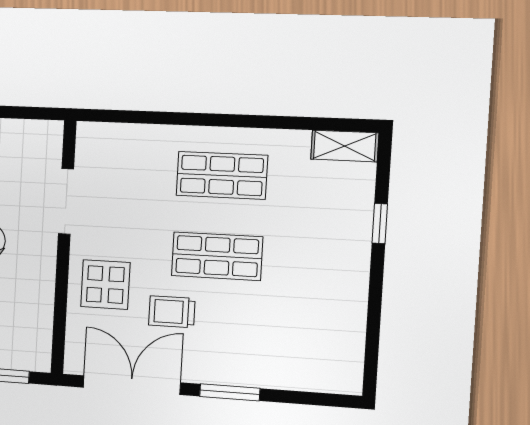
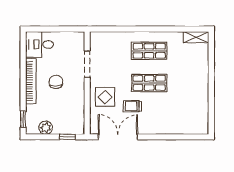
window: (380, 224) -> (211, 67), removed
window: (230, 392) -> (157, 137), removed

